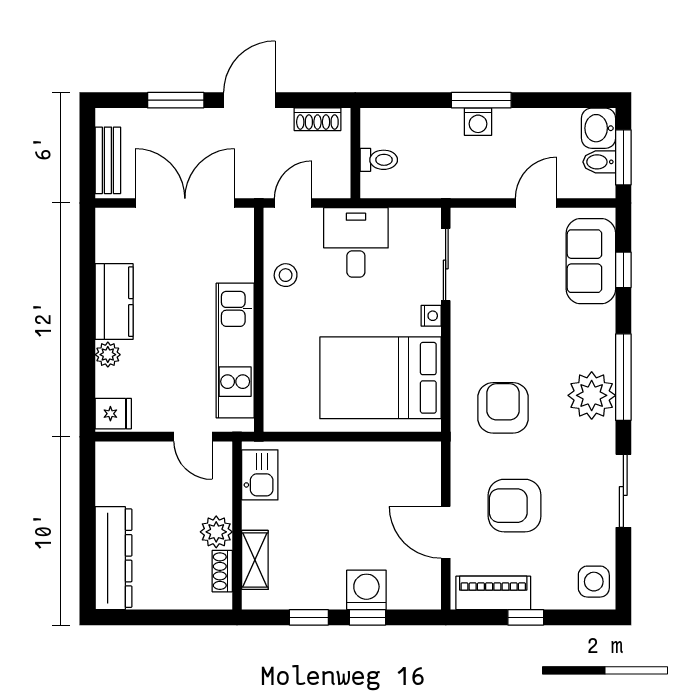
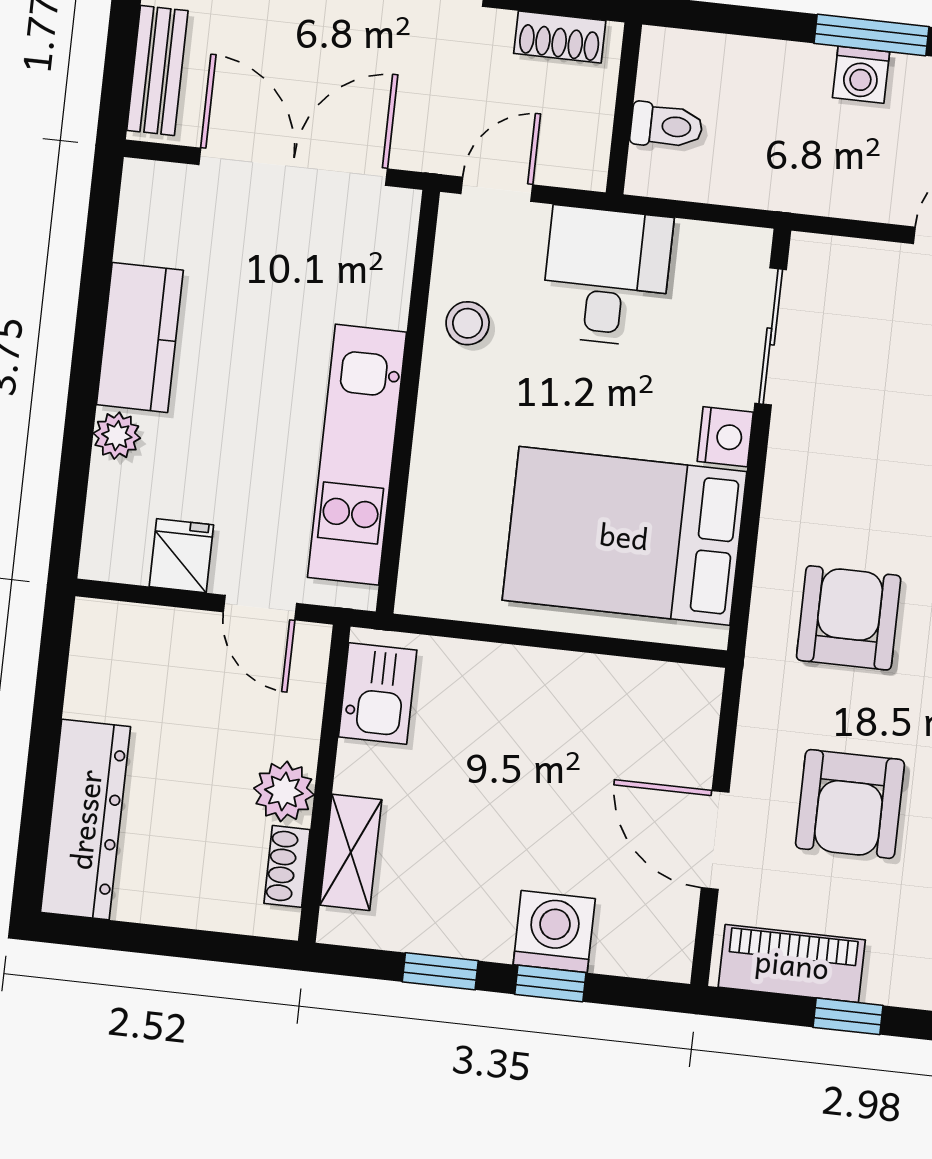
nightstand: (431, 316) -> (725, 437), width x1.39, depth x1.35
fridge: (113, 414) -> (181, 556), moved, turned -90
armchair: (515, 506) -> (850, 804), turned -90

